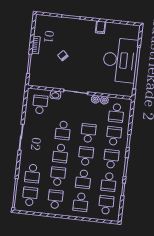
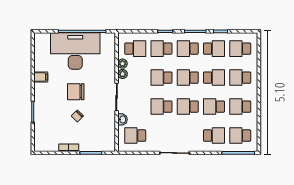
chair: (84, 57) -> (76, 92), added
school desk: (63, 130) -> (161, 107), turned 180
school desk: (60, 153) -> (188, 107), turned 180
school desk: (81, 202) -> (240, 78), turned 180

